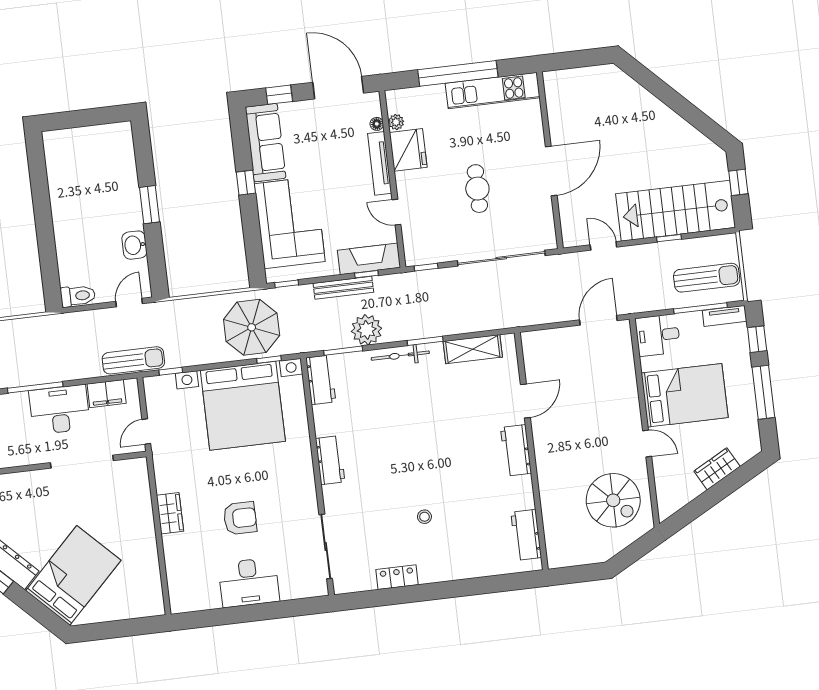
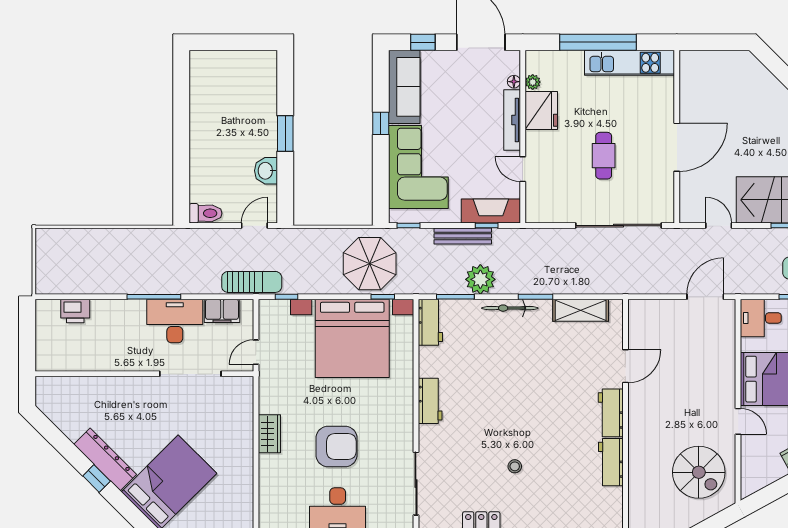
window: (426, 267) -> (545, 226), removed
armchair: (240, 518) -> (336, 447), width x1.36, depth x1.36
workbench: (526, 535) -> (611, 462), moved

